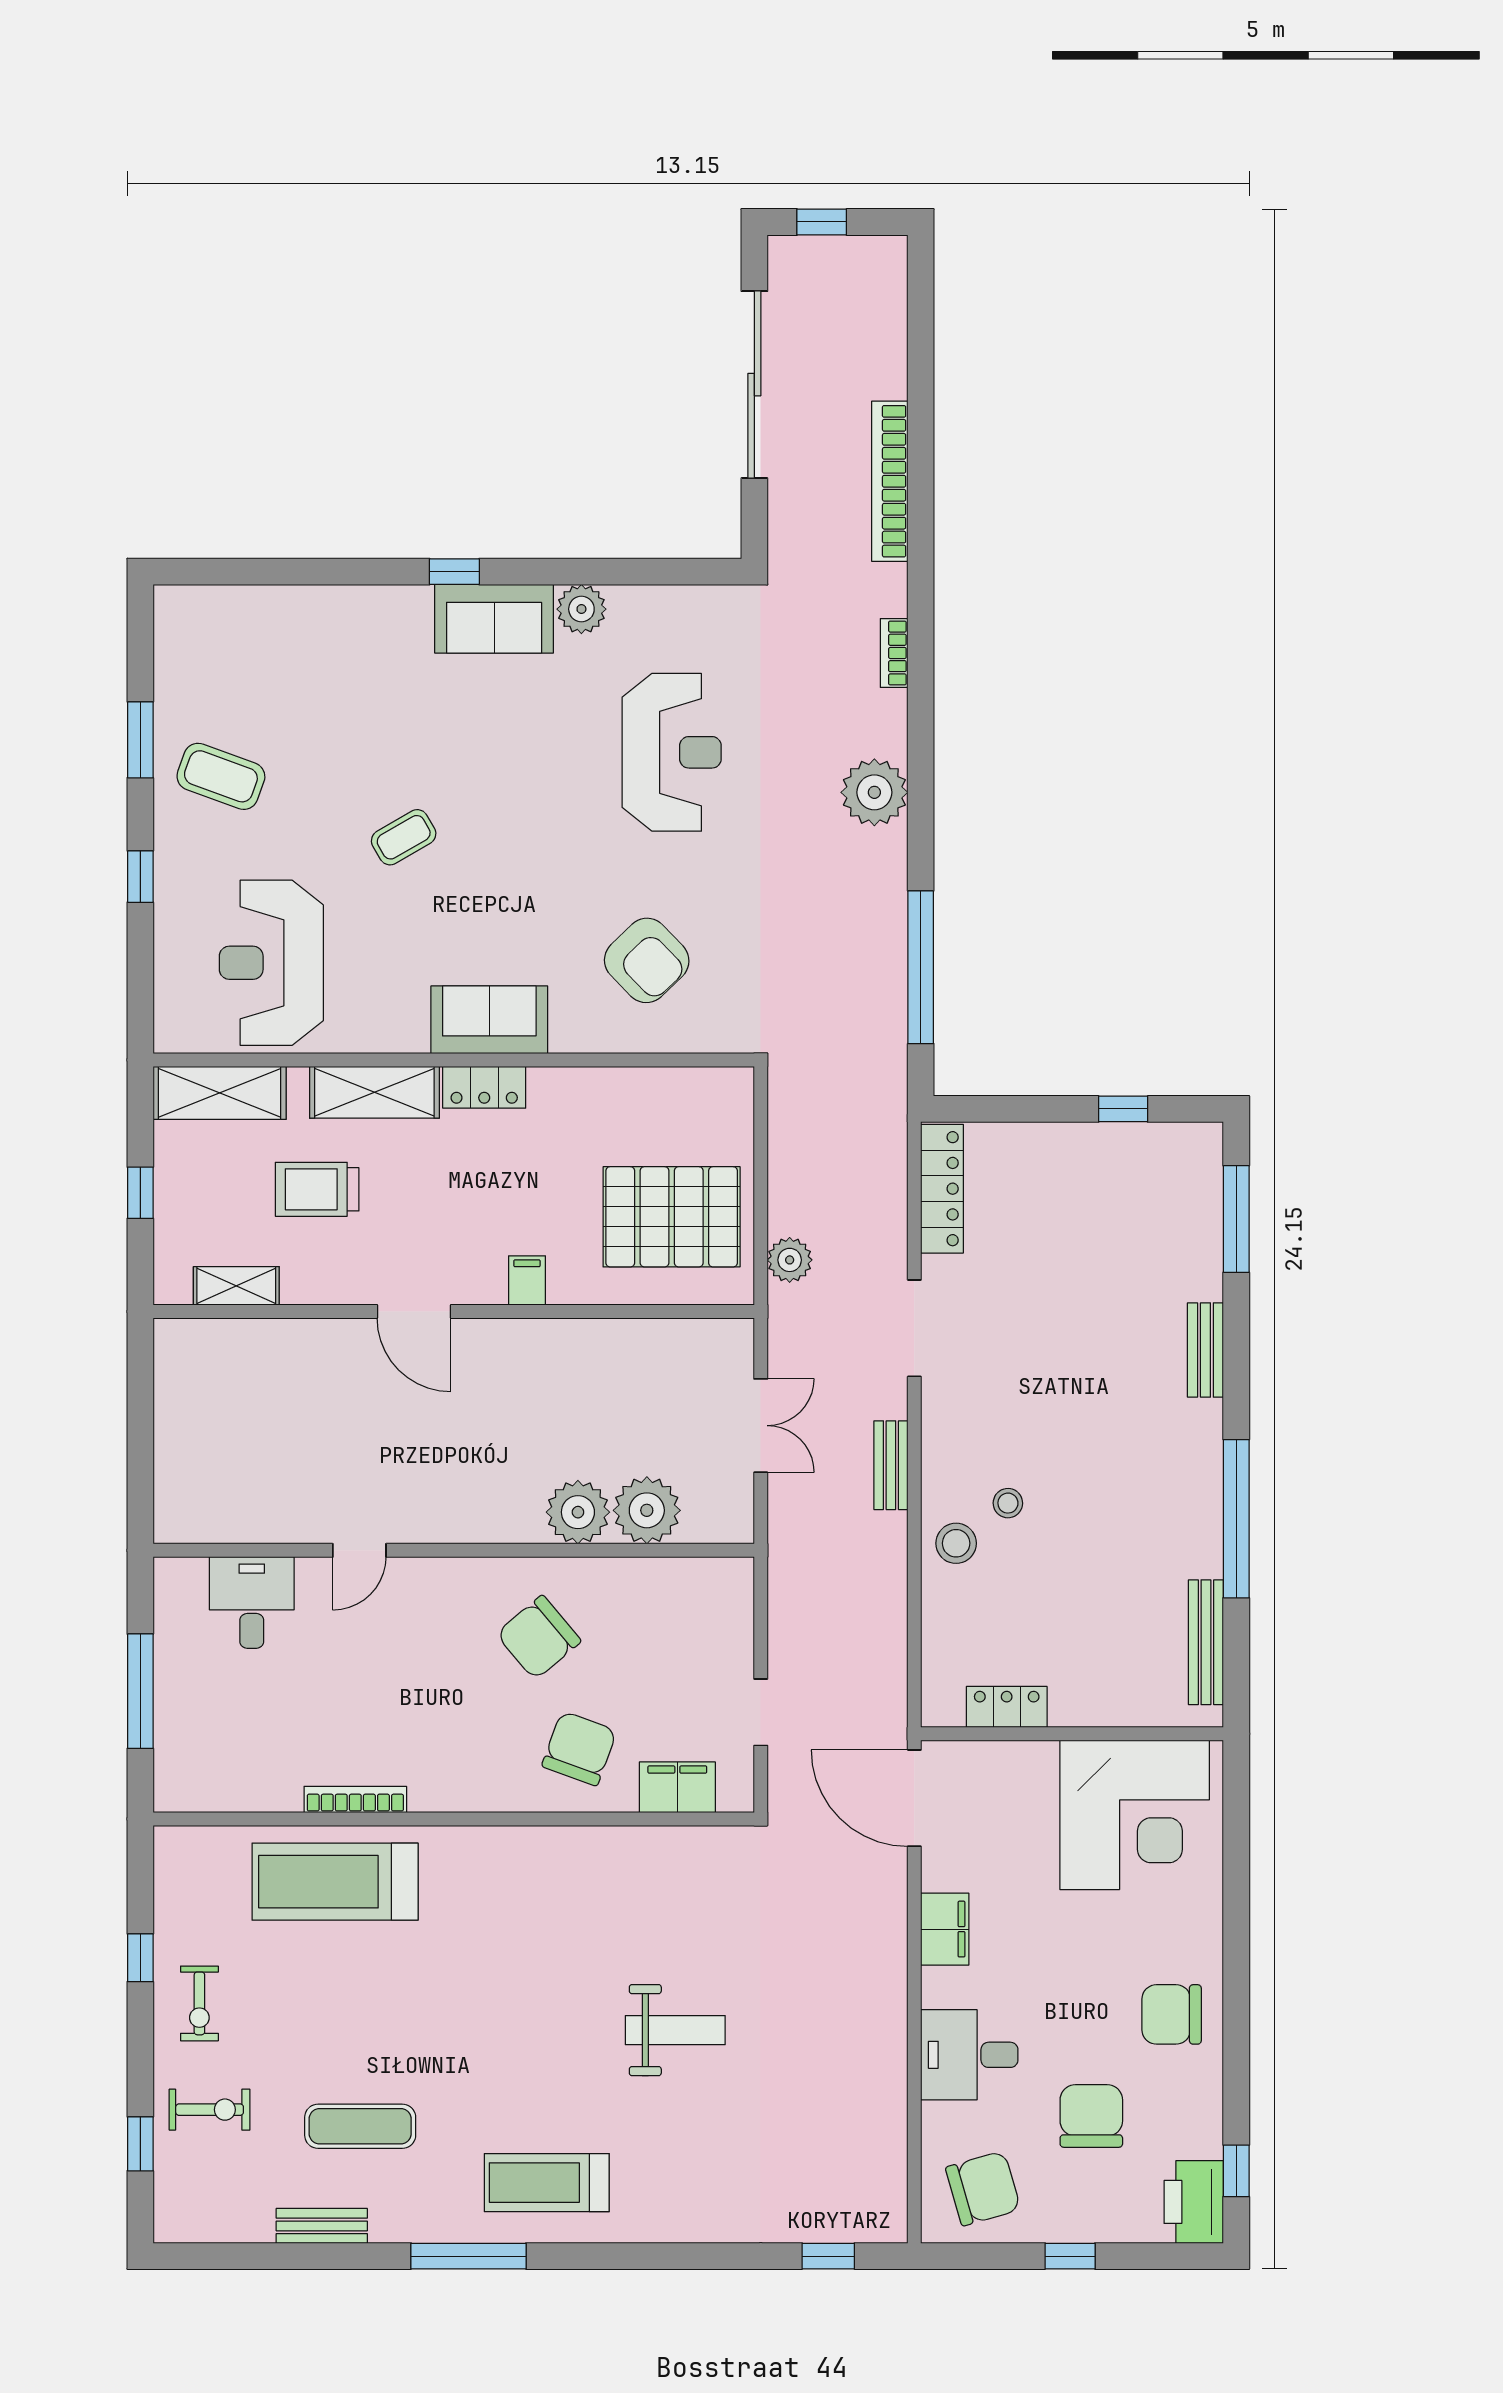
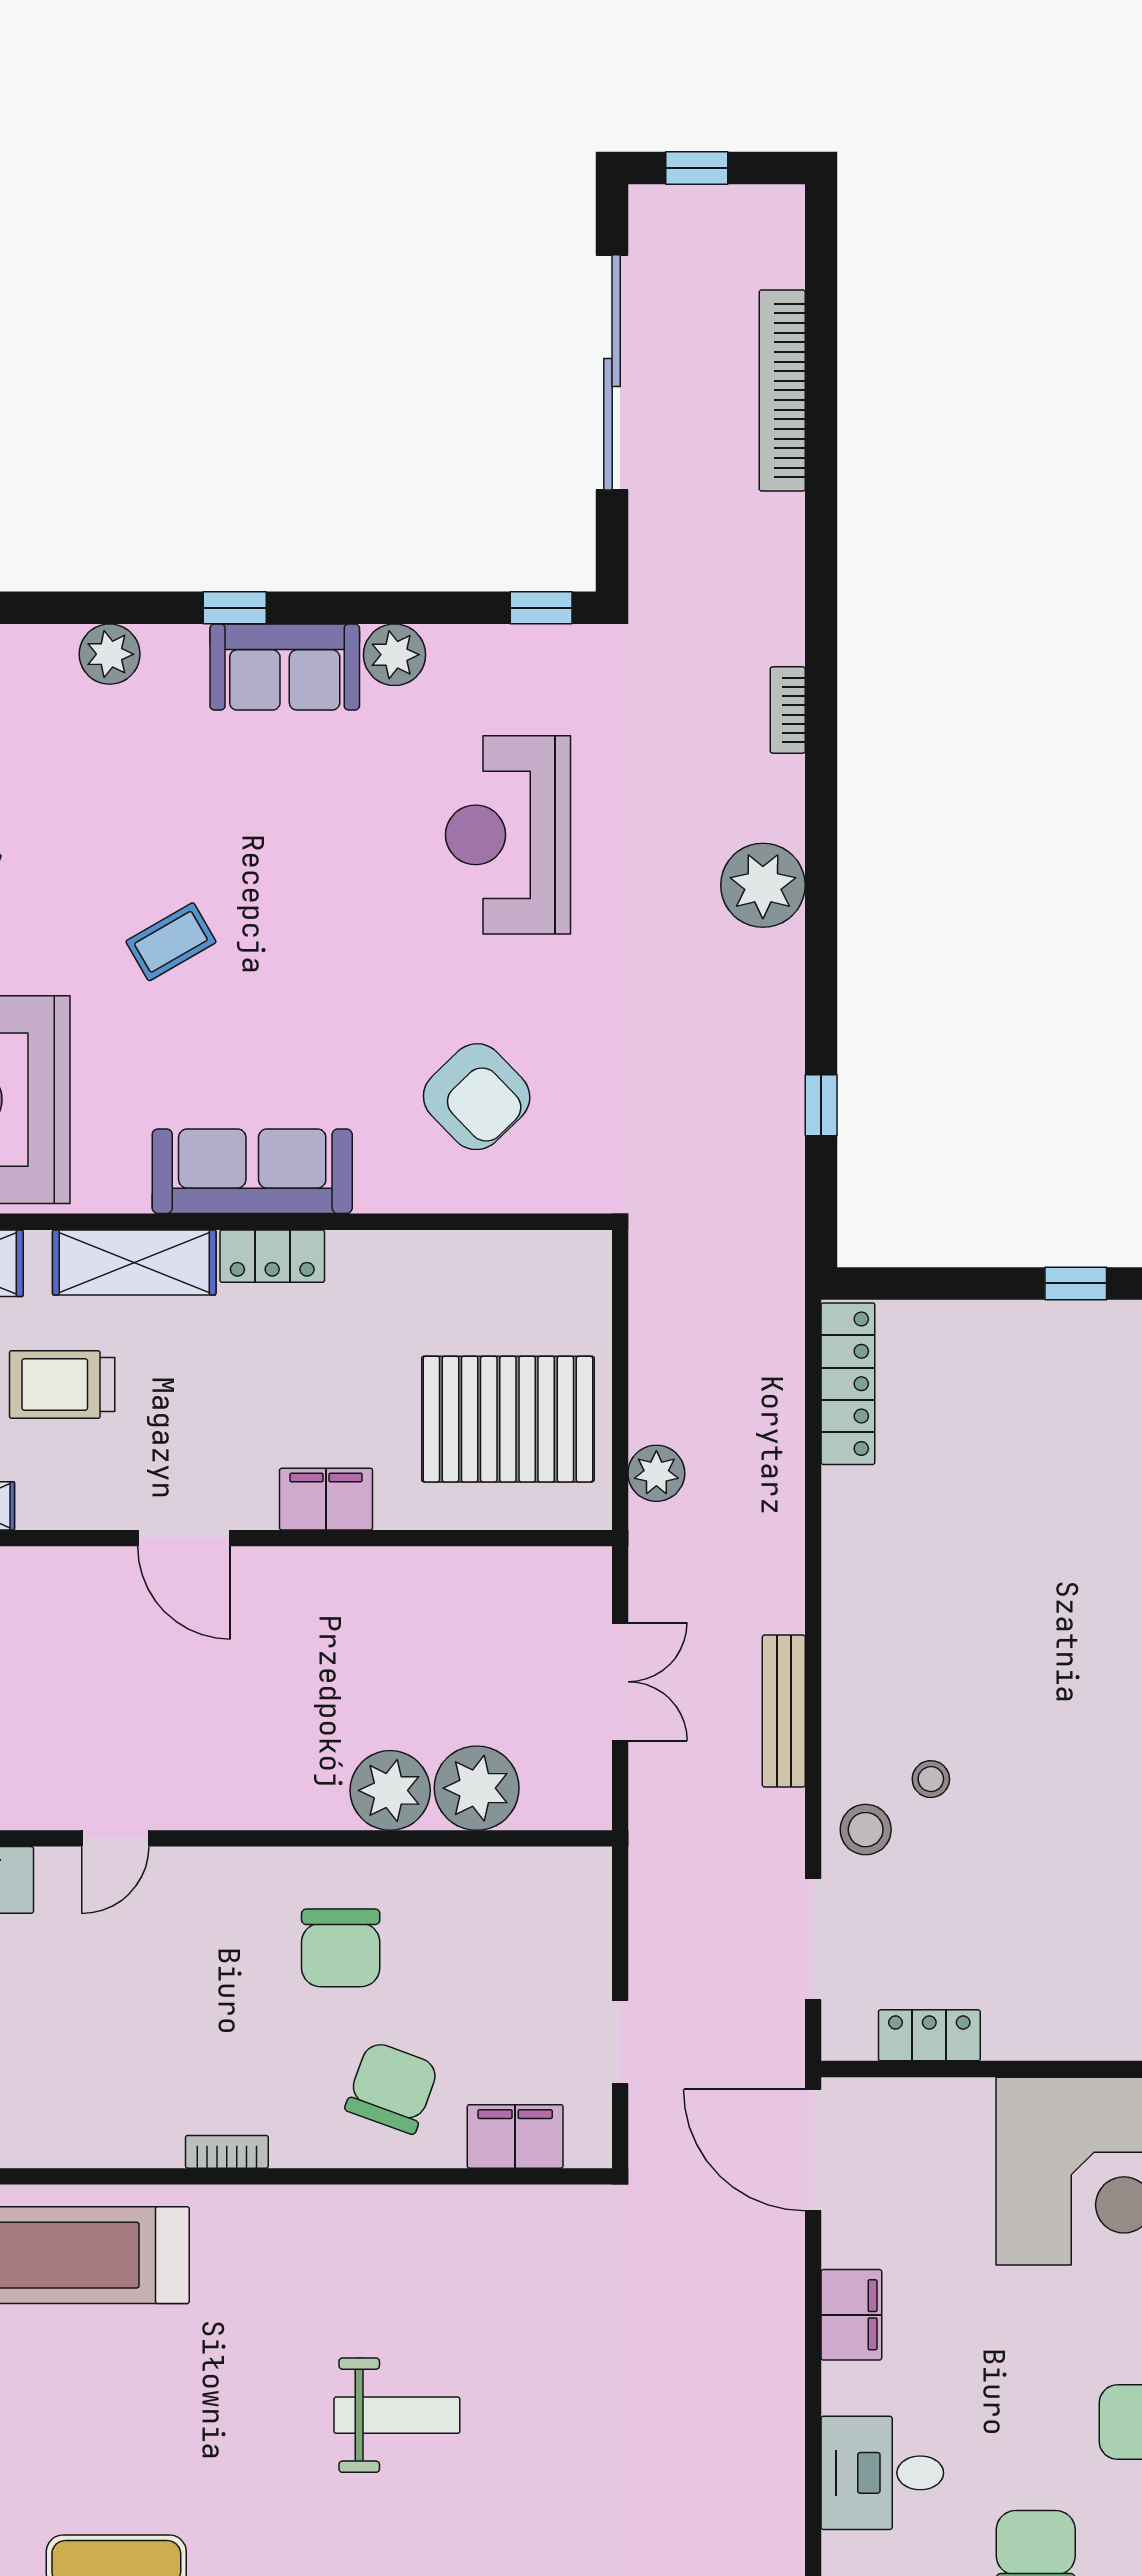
bookcase: (890, 481) -> (782, 390), moved
window: (698, 572) -> (541, 608), added
plant: (355, 608) -> (110, 654), added
reception desk: (672, 752) -> (508, 835), turned 180
window: (921, 967) -> (821, 1105), width x0.32
sofa: (489, 1020) -> (252, 1171), width x1.36
filing cabinet: (527, 1280) -> (326, 1499), width x2.00
doorway: (914, 1328) -> (813, 1939), moved
bench: (891, 1465) -> (784, 1711), width x1.36
chair: (539, 1637) -> (341, 1948), turned -50
bookcase: (355, 1799) -> (227, 2152), moved, width x0.64
weight bench: (675, 2030) -> (397, 2415), moved

